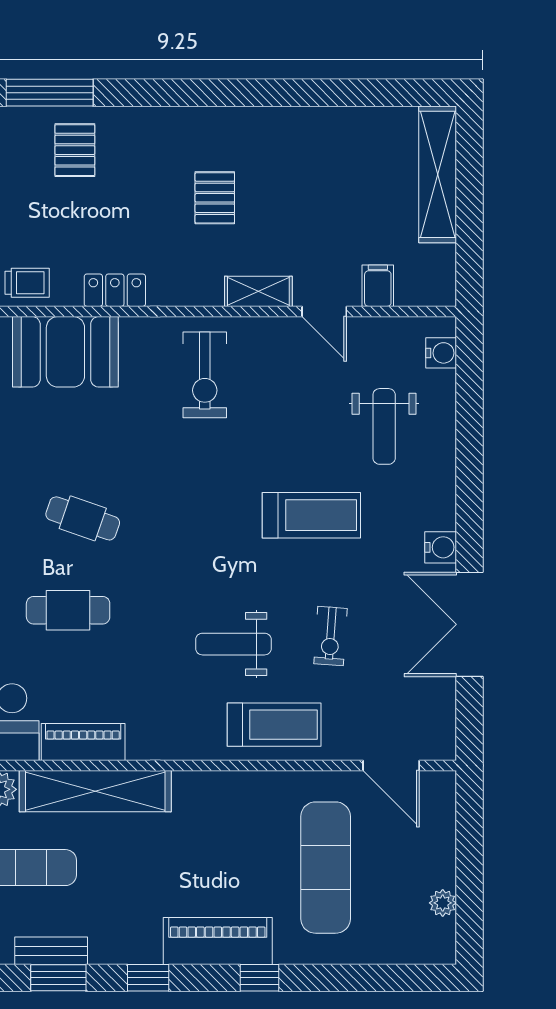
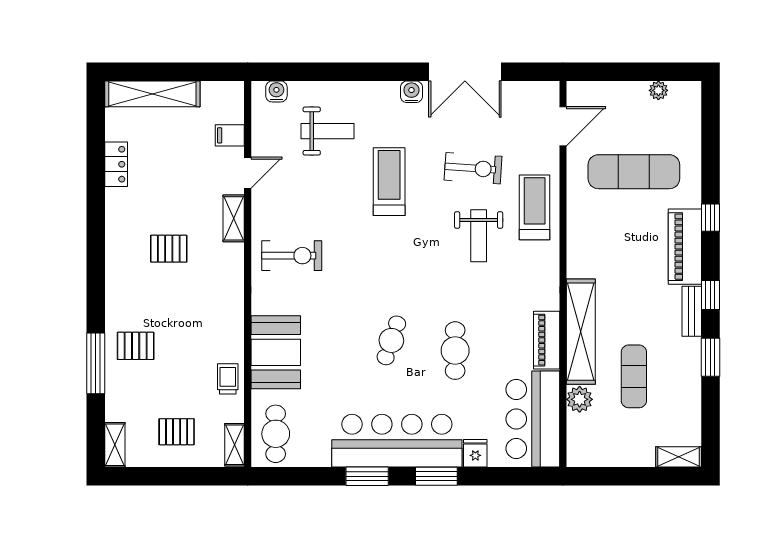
locker: (115, 290) -> (116, 164), moved, turned 180
exercise bike: (331, 636) -> (473, 168), width x1.38, depth x1.39
bench: (51, 951) -> (692, 311), moved

